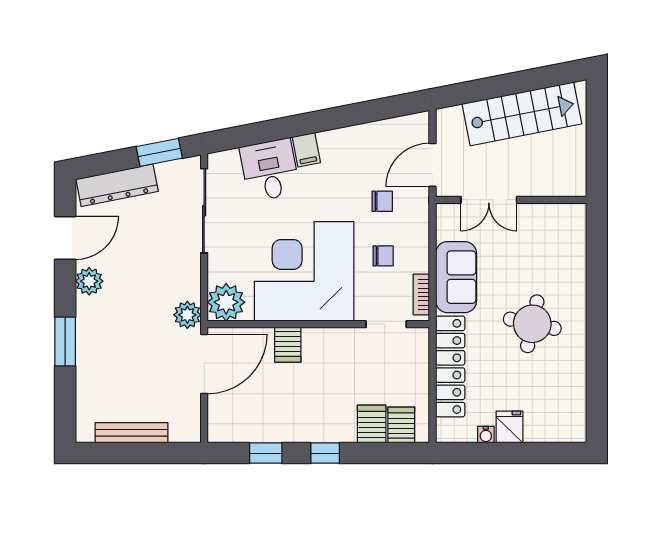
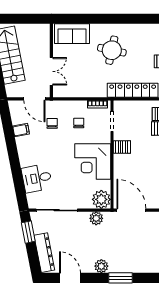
filing cabinet: (306, 150) -> (21, 130), moved
corner desk: (304, 271) -> (93, 161), width x0.74, depth x0.74
sofa: (456, 277) -> (72, 34), moved, turned 180
plant: (89, 281) -> (101, 266), moved
plant: (187, 315) -> (96, 218), moved
server rack: (288, 345) -> (122, 147), moved

